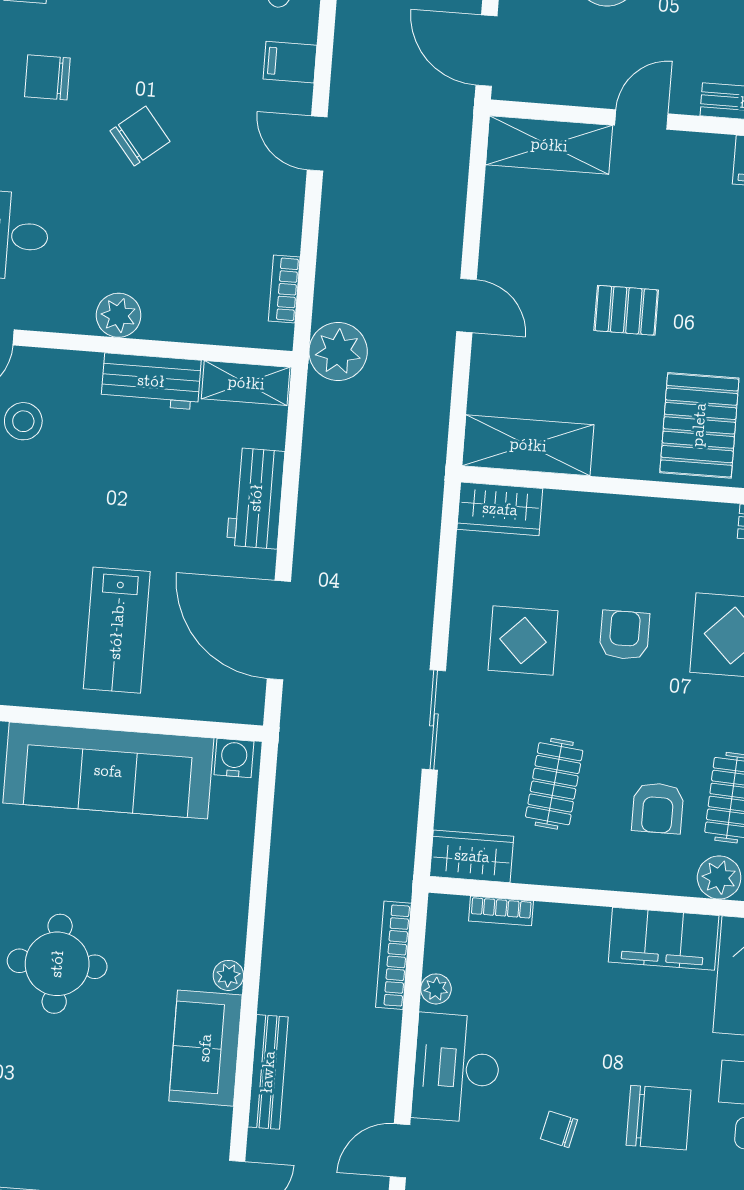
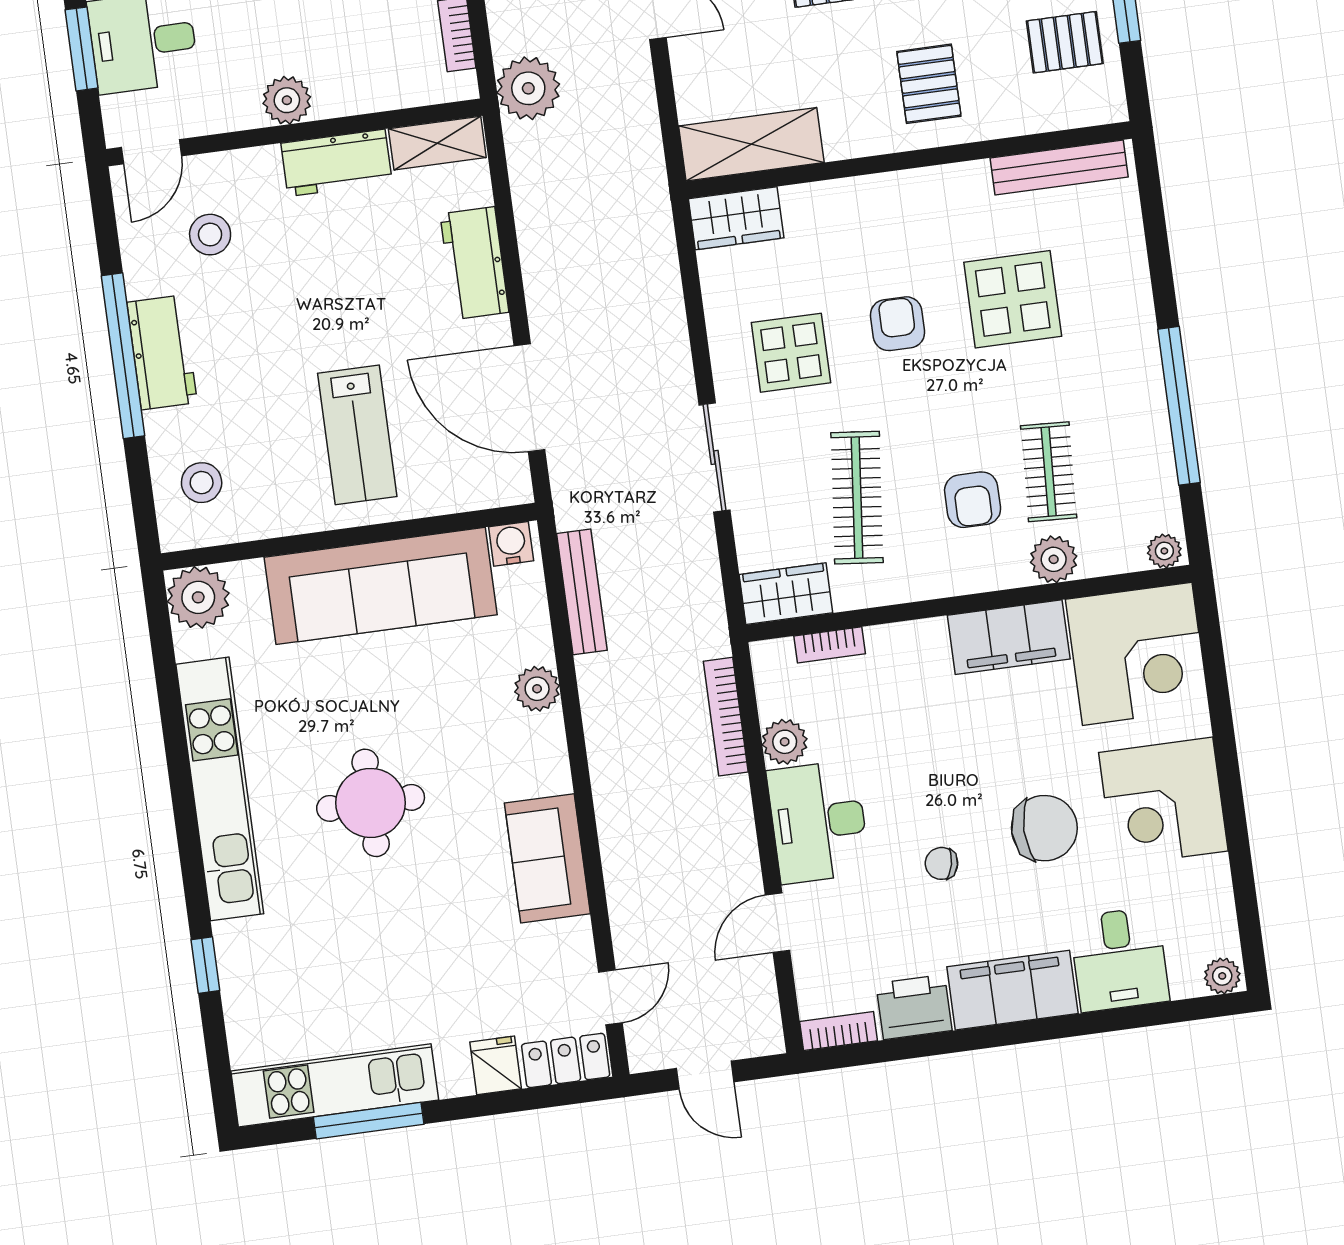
pallet: (699, 425) -> (929, 84), width x0.67, depth x0.71
clothes rail: (554, 784) -> (857, 498), width x1.36
plant: (228, 975) -> (537, 689), moved, width x1.38, depth x1.38
plant: (436, 989) -> (785, 742), width x1.38, depth x1.38
bench: (268, 1072) -> (582, 592), moved

